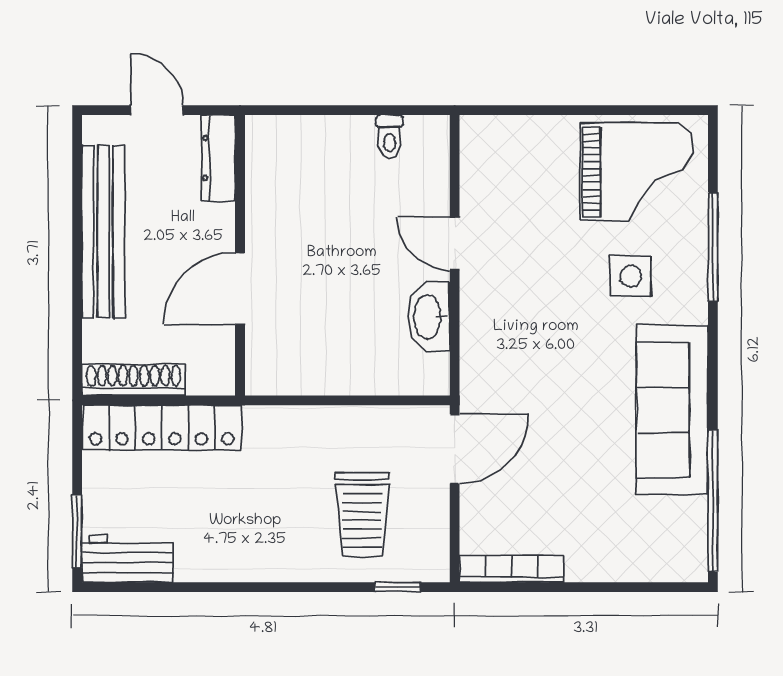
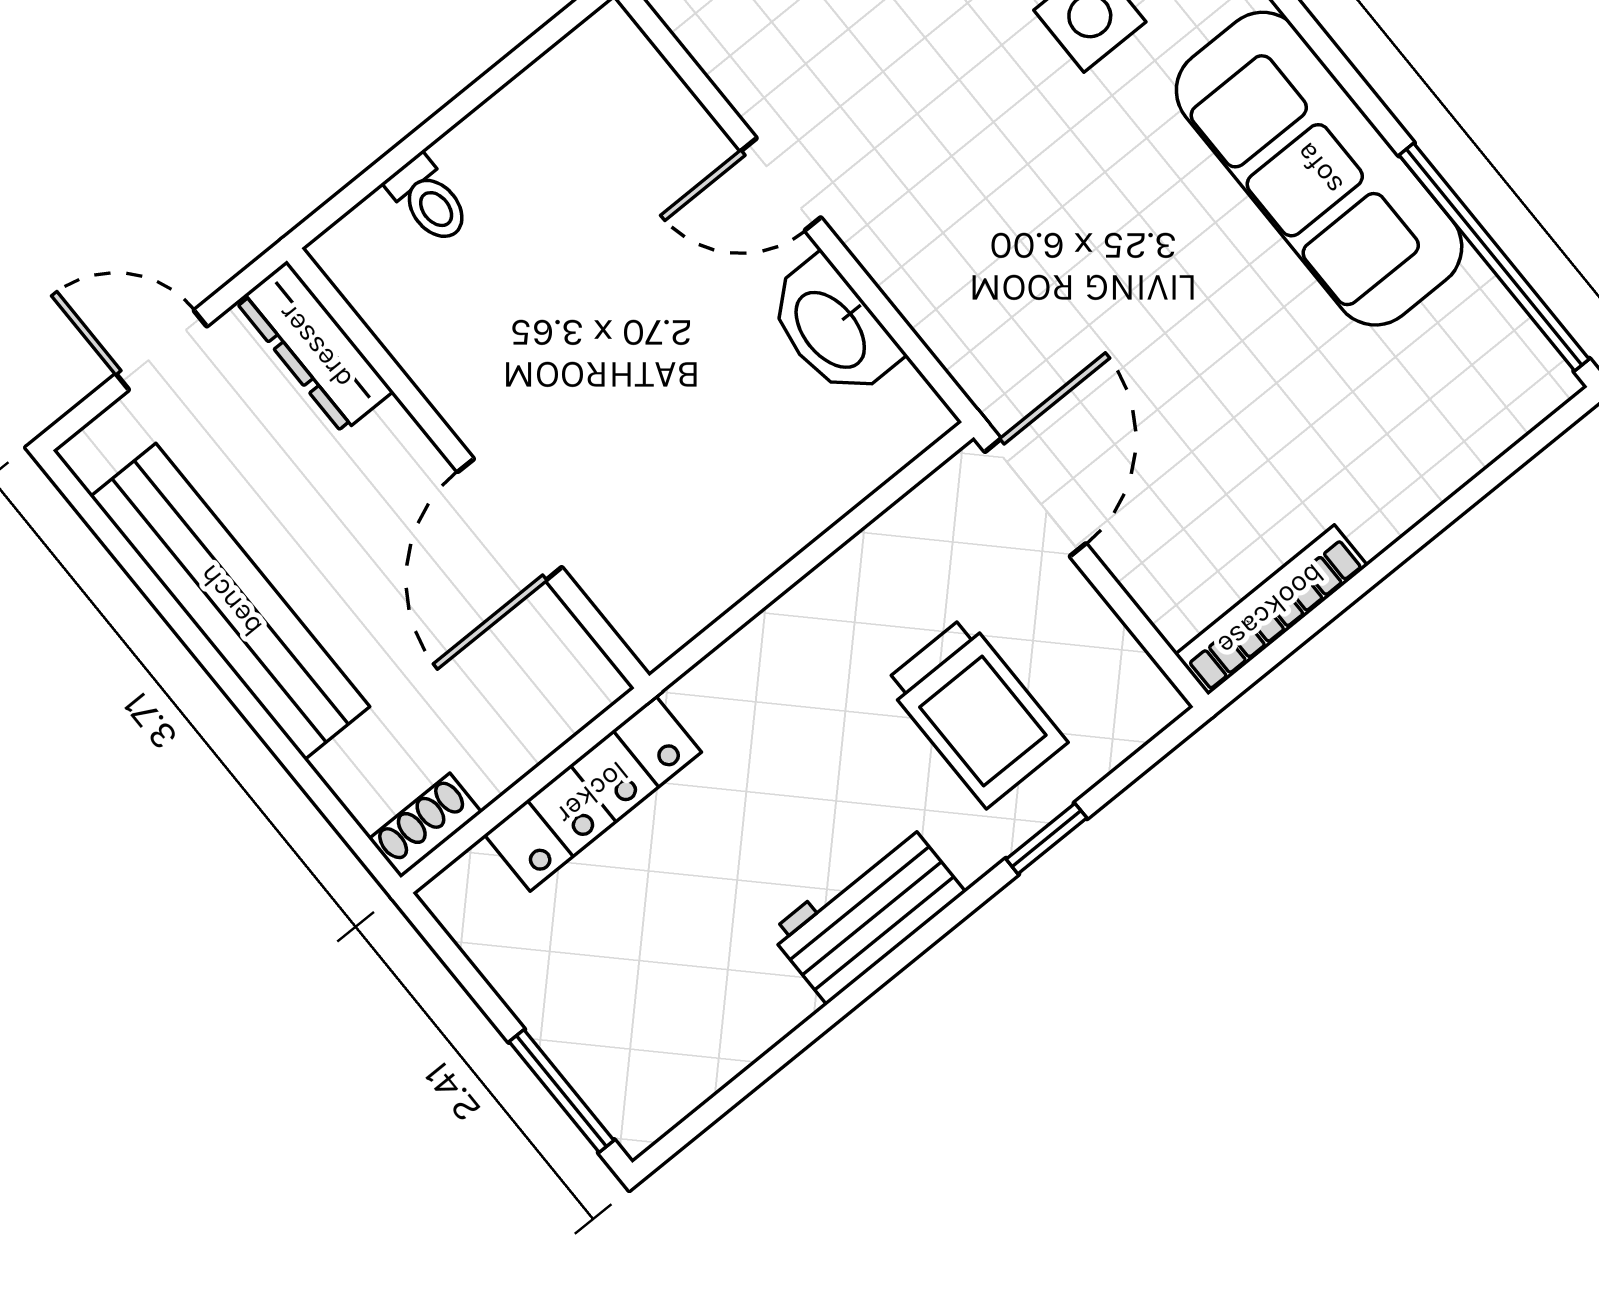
toilet: (390, 137) -> (429, 200), moved
shoe rack: (134, 380) -> (425, 826), width x0.51, depth x0.81
locker: (162, 428) -> (593, 793), width x0.71, depth x0.83
workbench: (127, 559) -> (867, 913), moved
window: (398, 587) -> (1046, 839), moved

